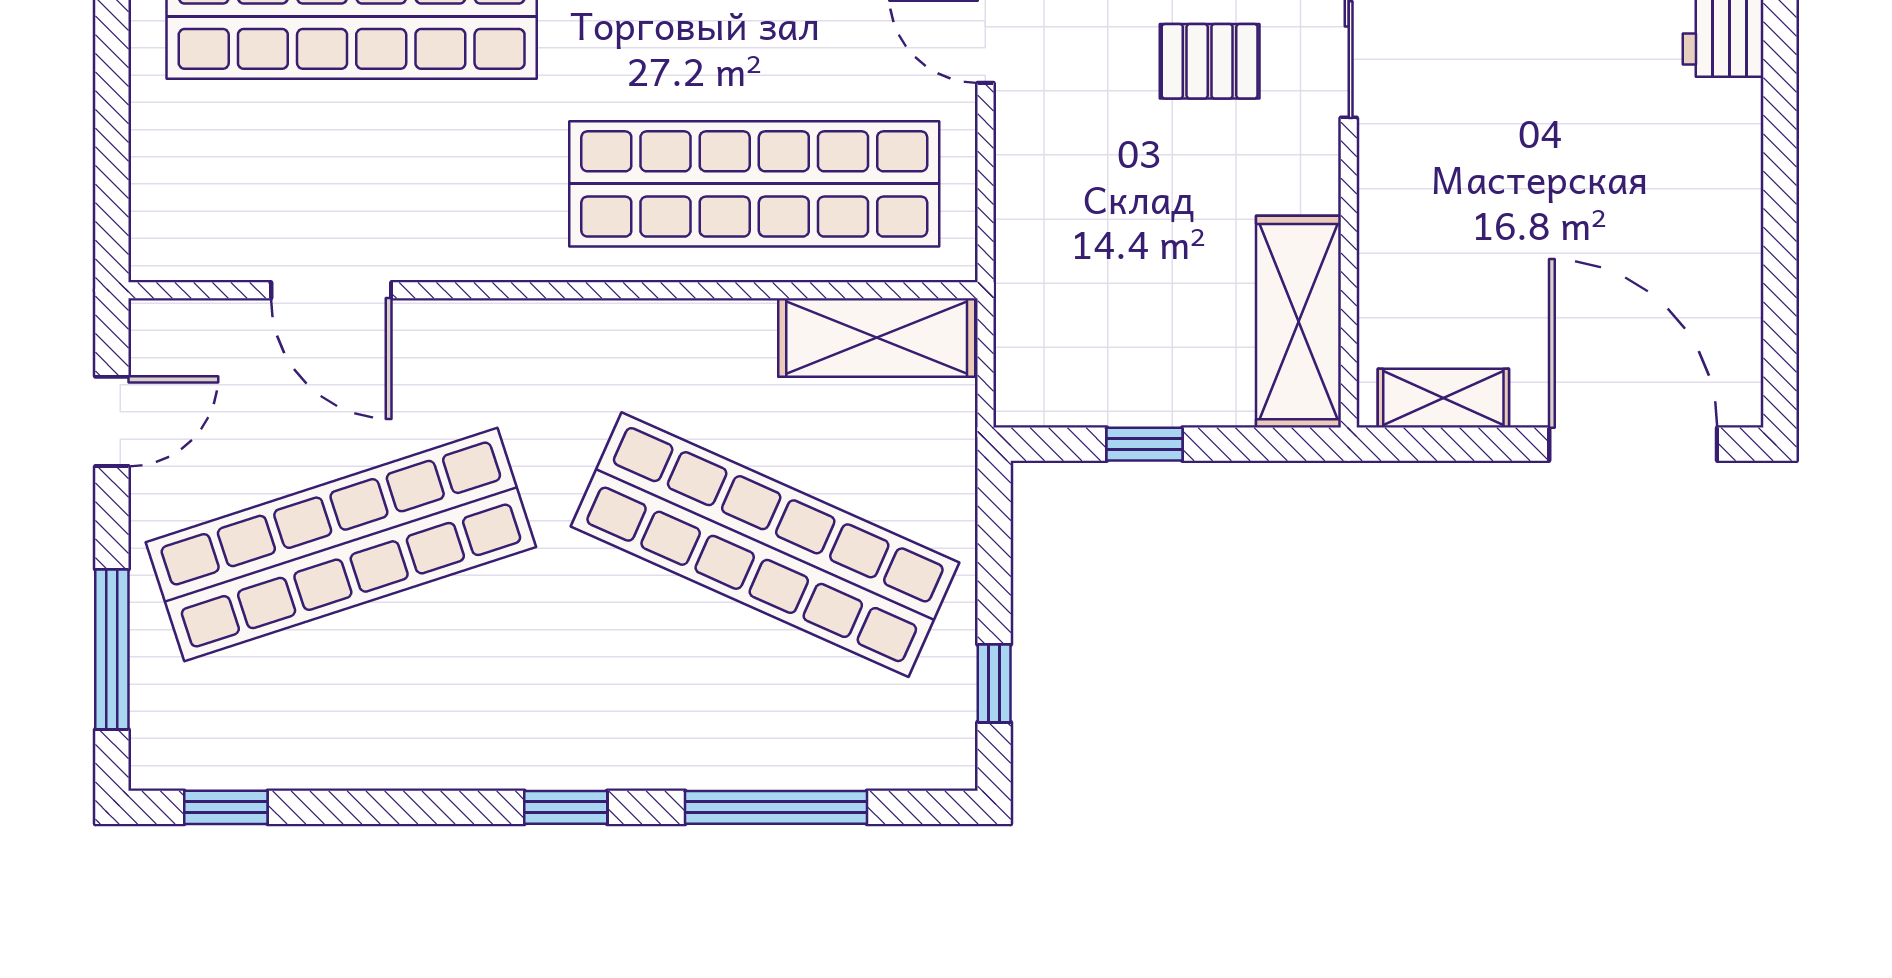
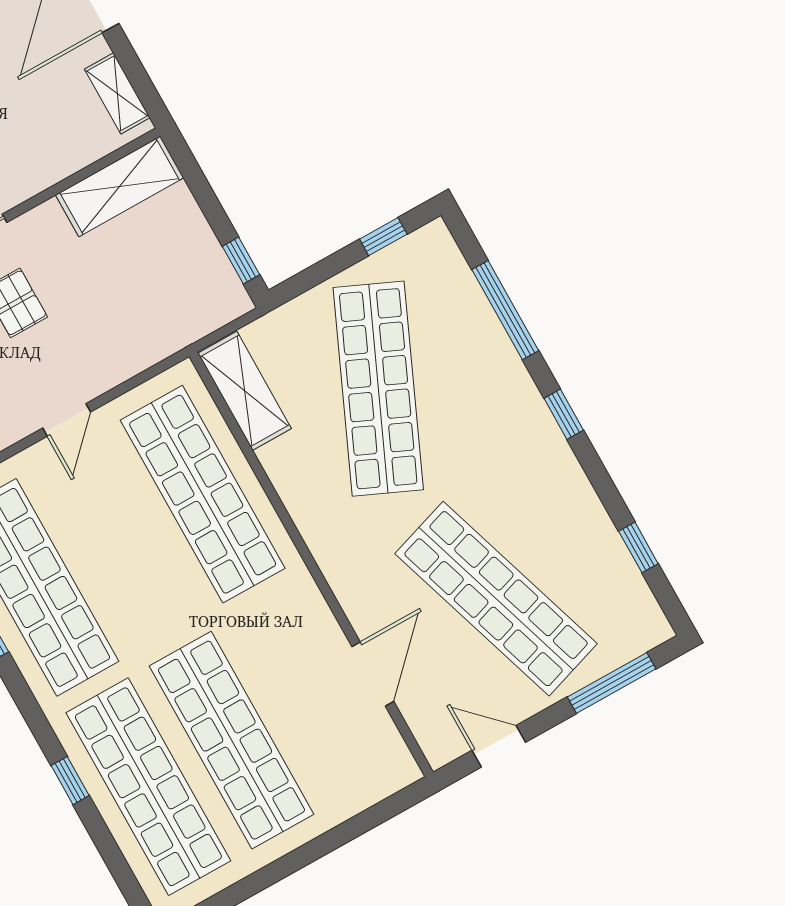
window: (1145, 444) -> (241, 261), moved
window: (226, 807) -> (638, 547), moved

